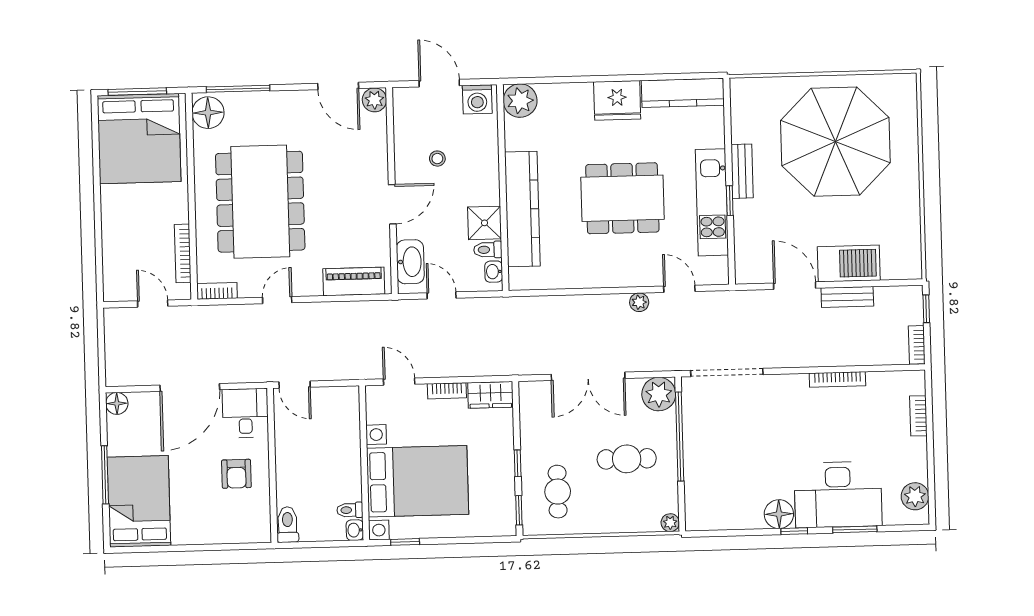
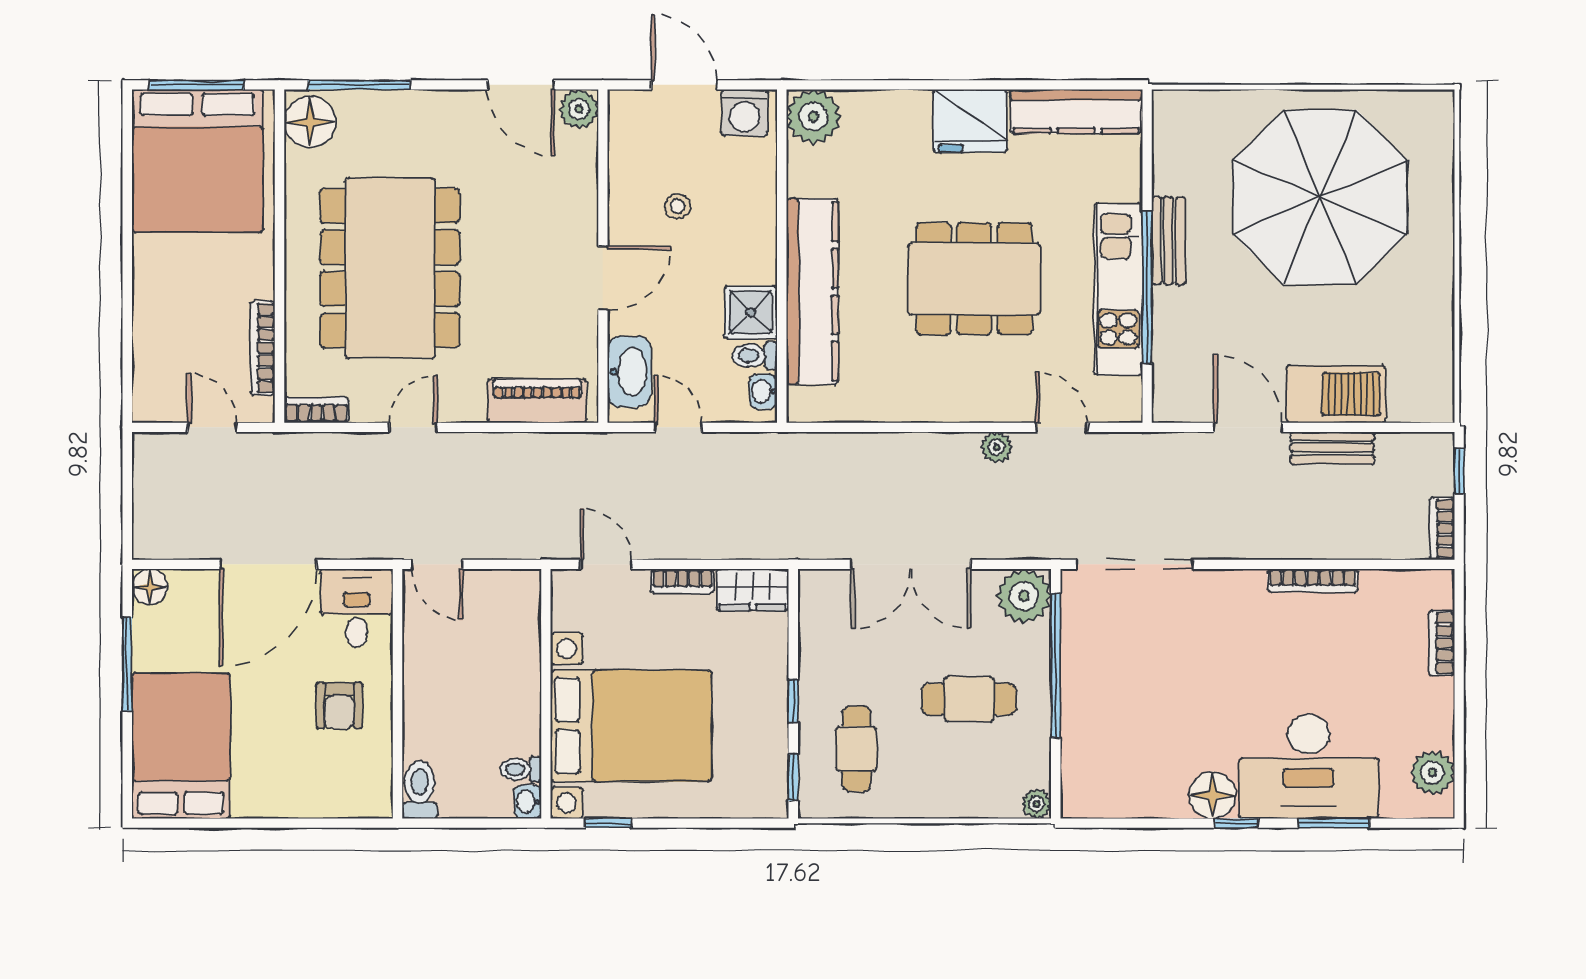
window: (730, 201) -> (1147, 287), width x3.17
window: (105, 475) -> (127, 664), moved

